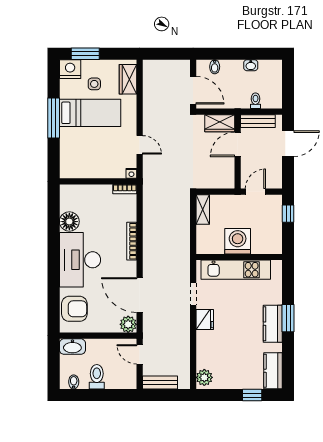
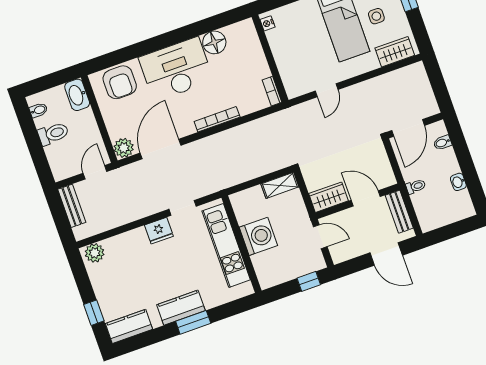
toilet: (255, 101) -> (416, 186), moved
wardrobe: (220, 123) -> (328, 197), moved, turned 90
nightstand: (131, 173) -> (267, 23), moved

